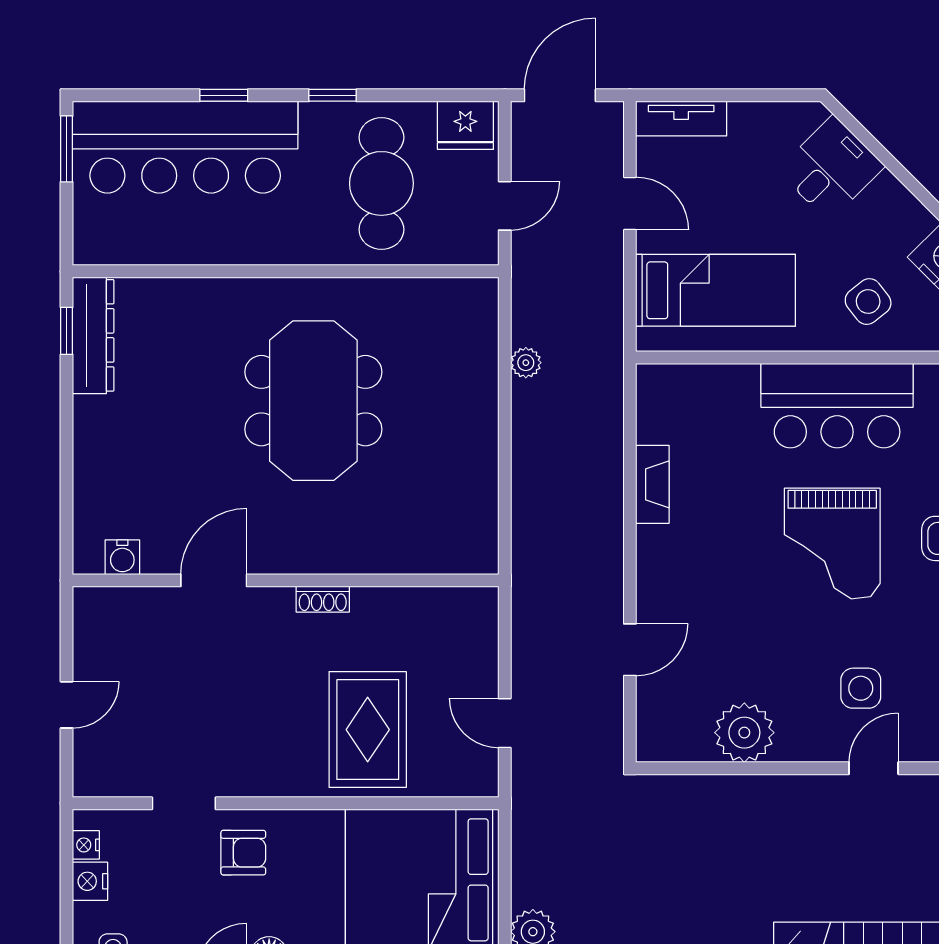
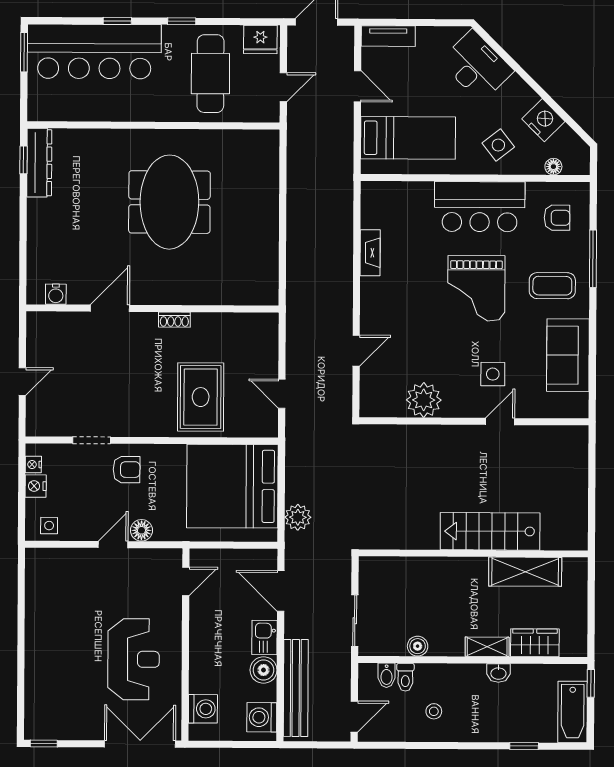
desk: (831, 168) -> (477, 66), width x1.37
plant: (526, 363) -> (295, 180), removed

